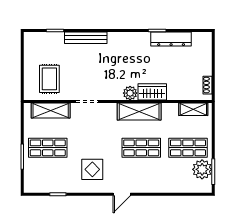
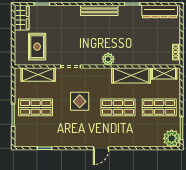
bench: (86, 38) -> (99, 10), moved
dresser: (171, 39) -> (160, 12), moved
wardrobe: (152, 92) -> (22, 18), moved, turned 90
shelving: (139, 111) -> (131, 75), moved
display table: (92, 169) -> (80, 101), moved
plant: (202, 169) -> (172, 138), moved

